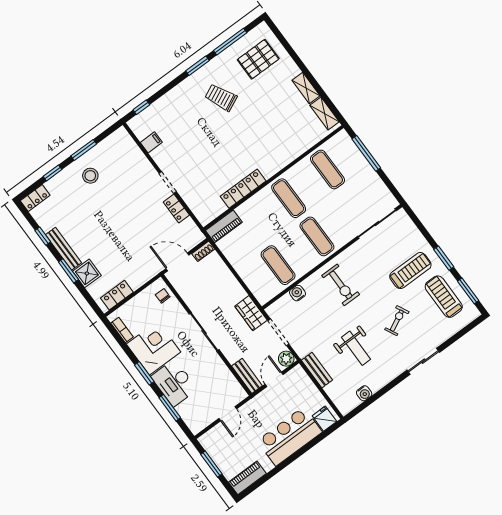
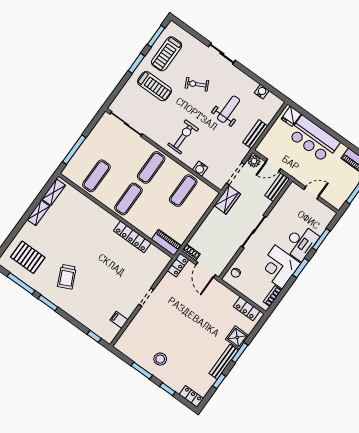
locker: (176, 208) -> (178, 265), moved
treadmill: (410, 271) -> (155, 86), turned 180

